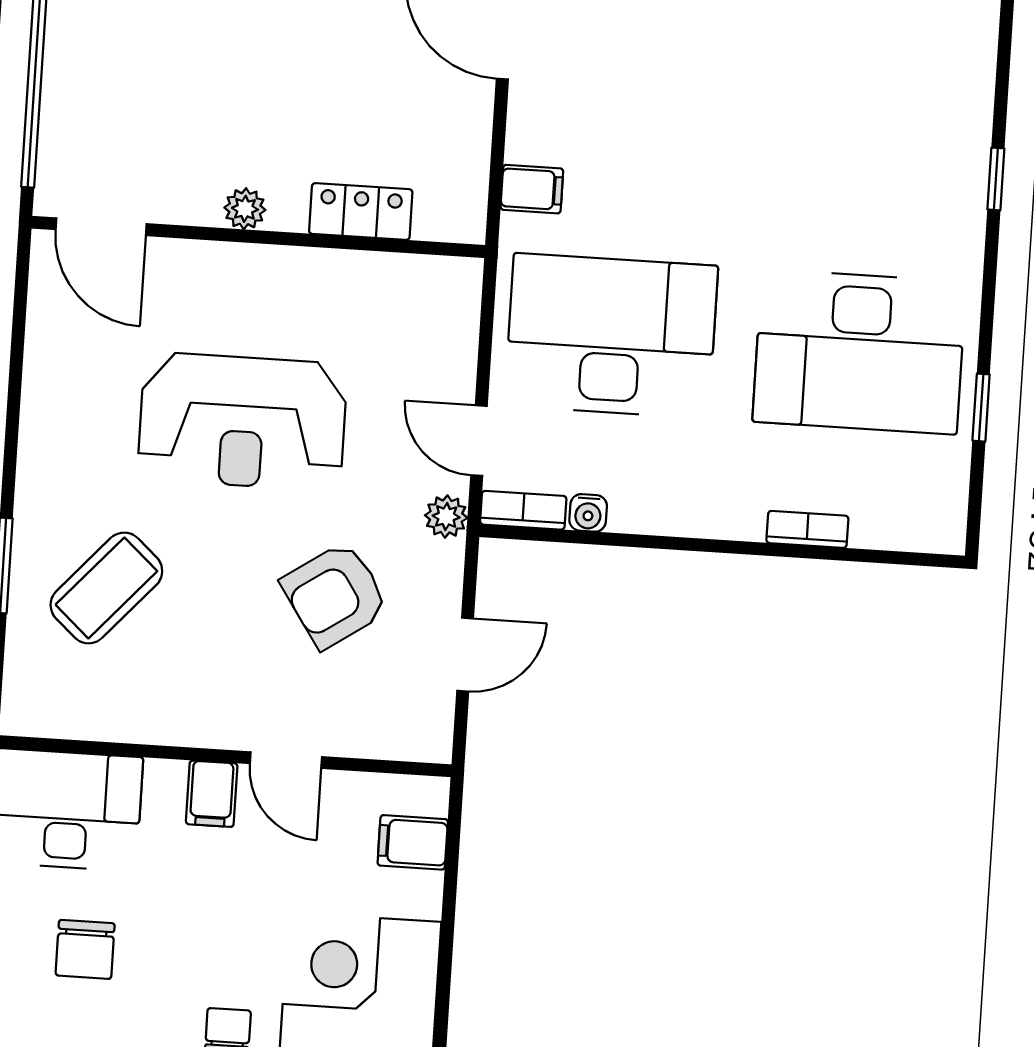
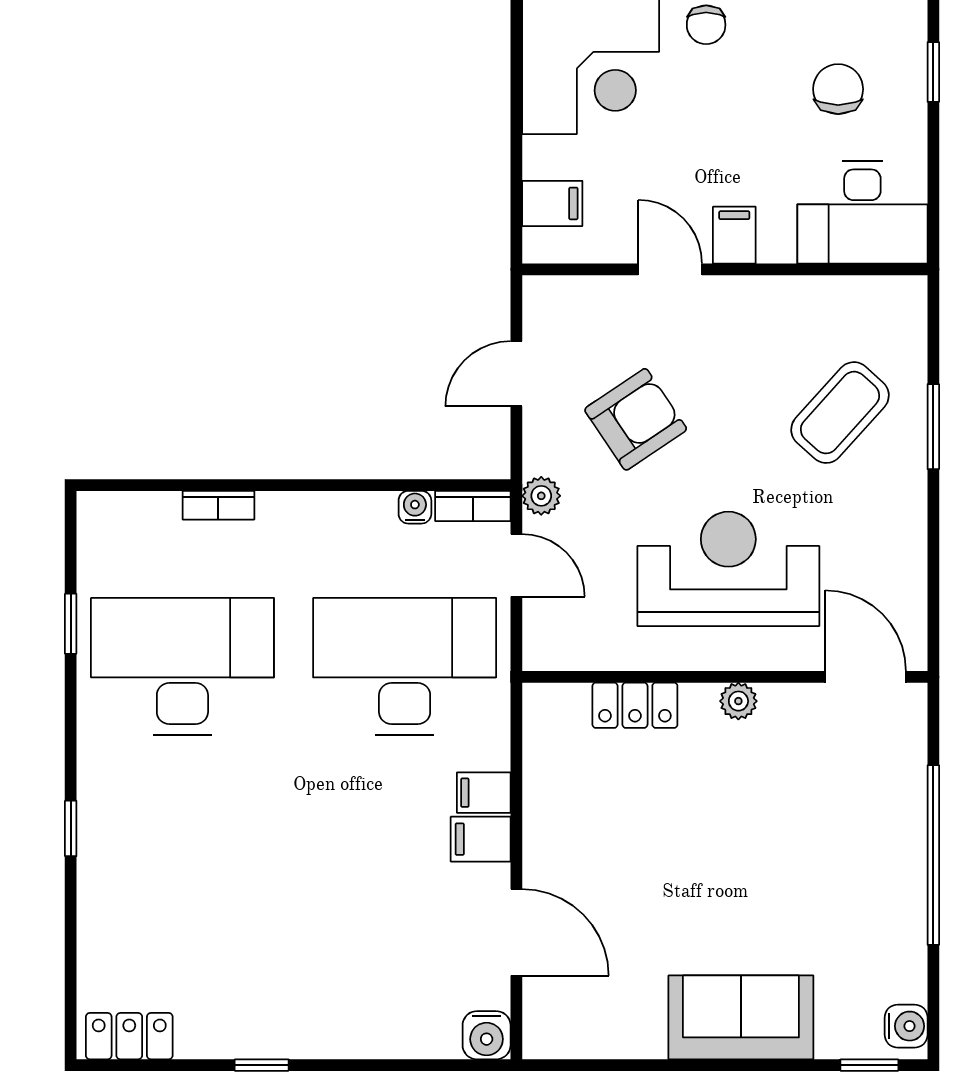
filing cabinet: (539, 137) -> (481, 839), added
plant: (245, 209) -> (738, 701), moved
locker: (361, 212) -> (635, 705), moved
door: (101, 227) -> (866, 677), moved
wall: (258, 237) -> (725, 677), moved
desk: (611, 336) -> (405, 667), turned 180

